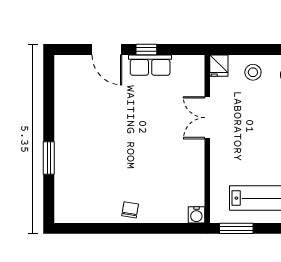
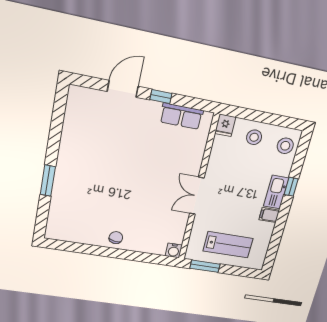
door: (107, 50) -> (123, 89), swing flipped
row of seats: (150, 65) -> (181, 116), moved
double door: (207, 118) -> (197, 196), moved

